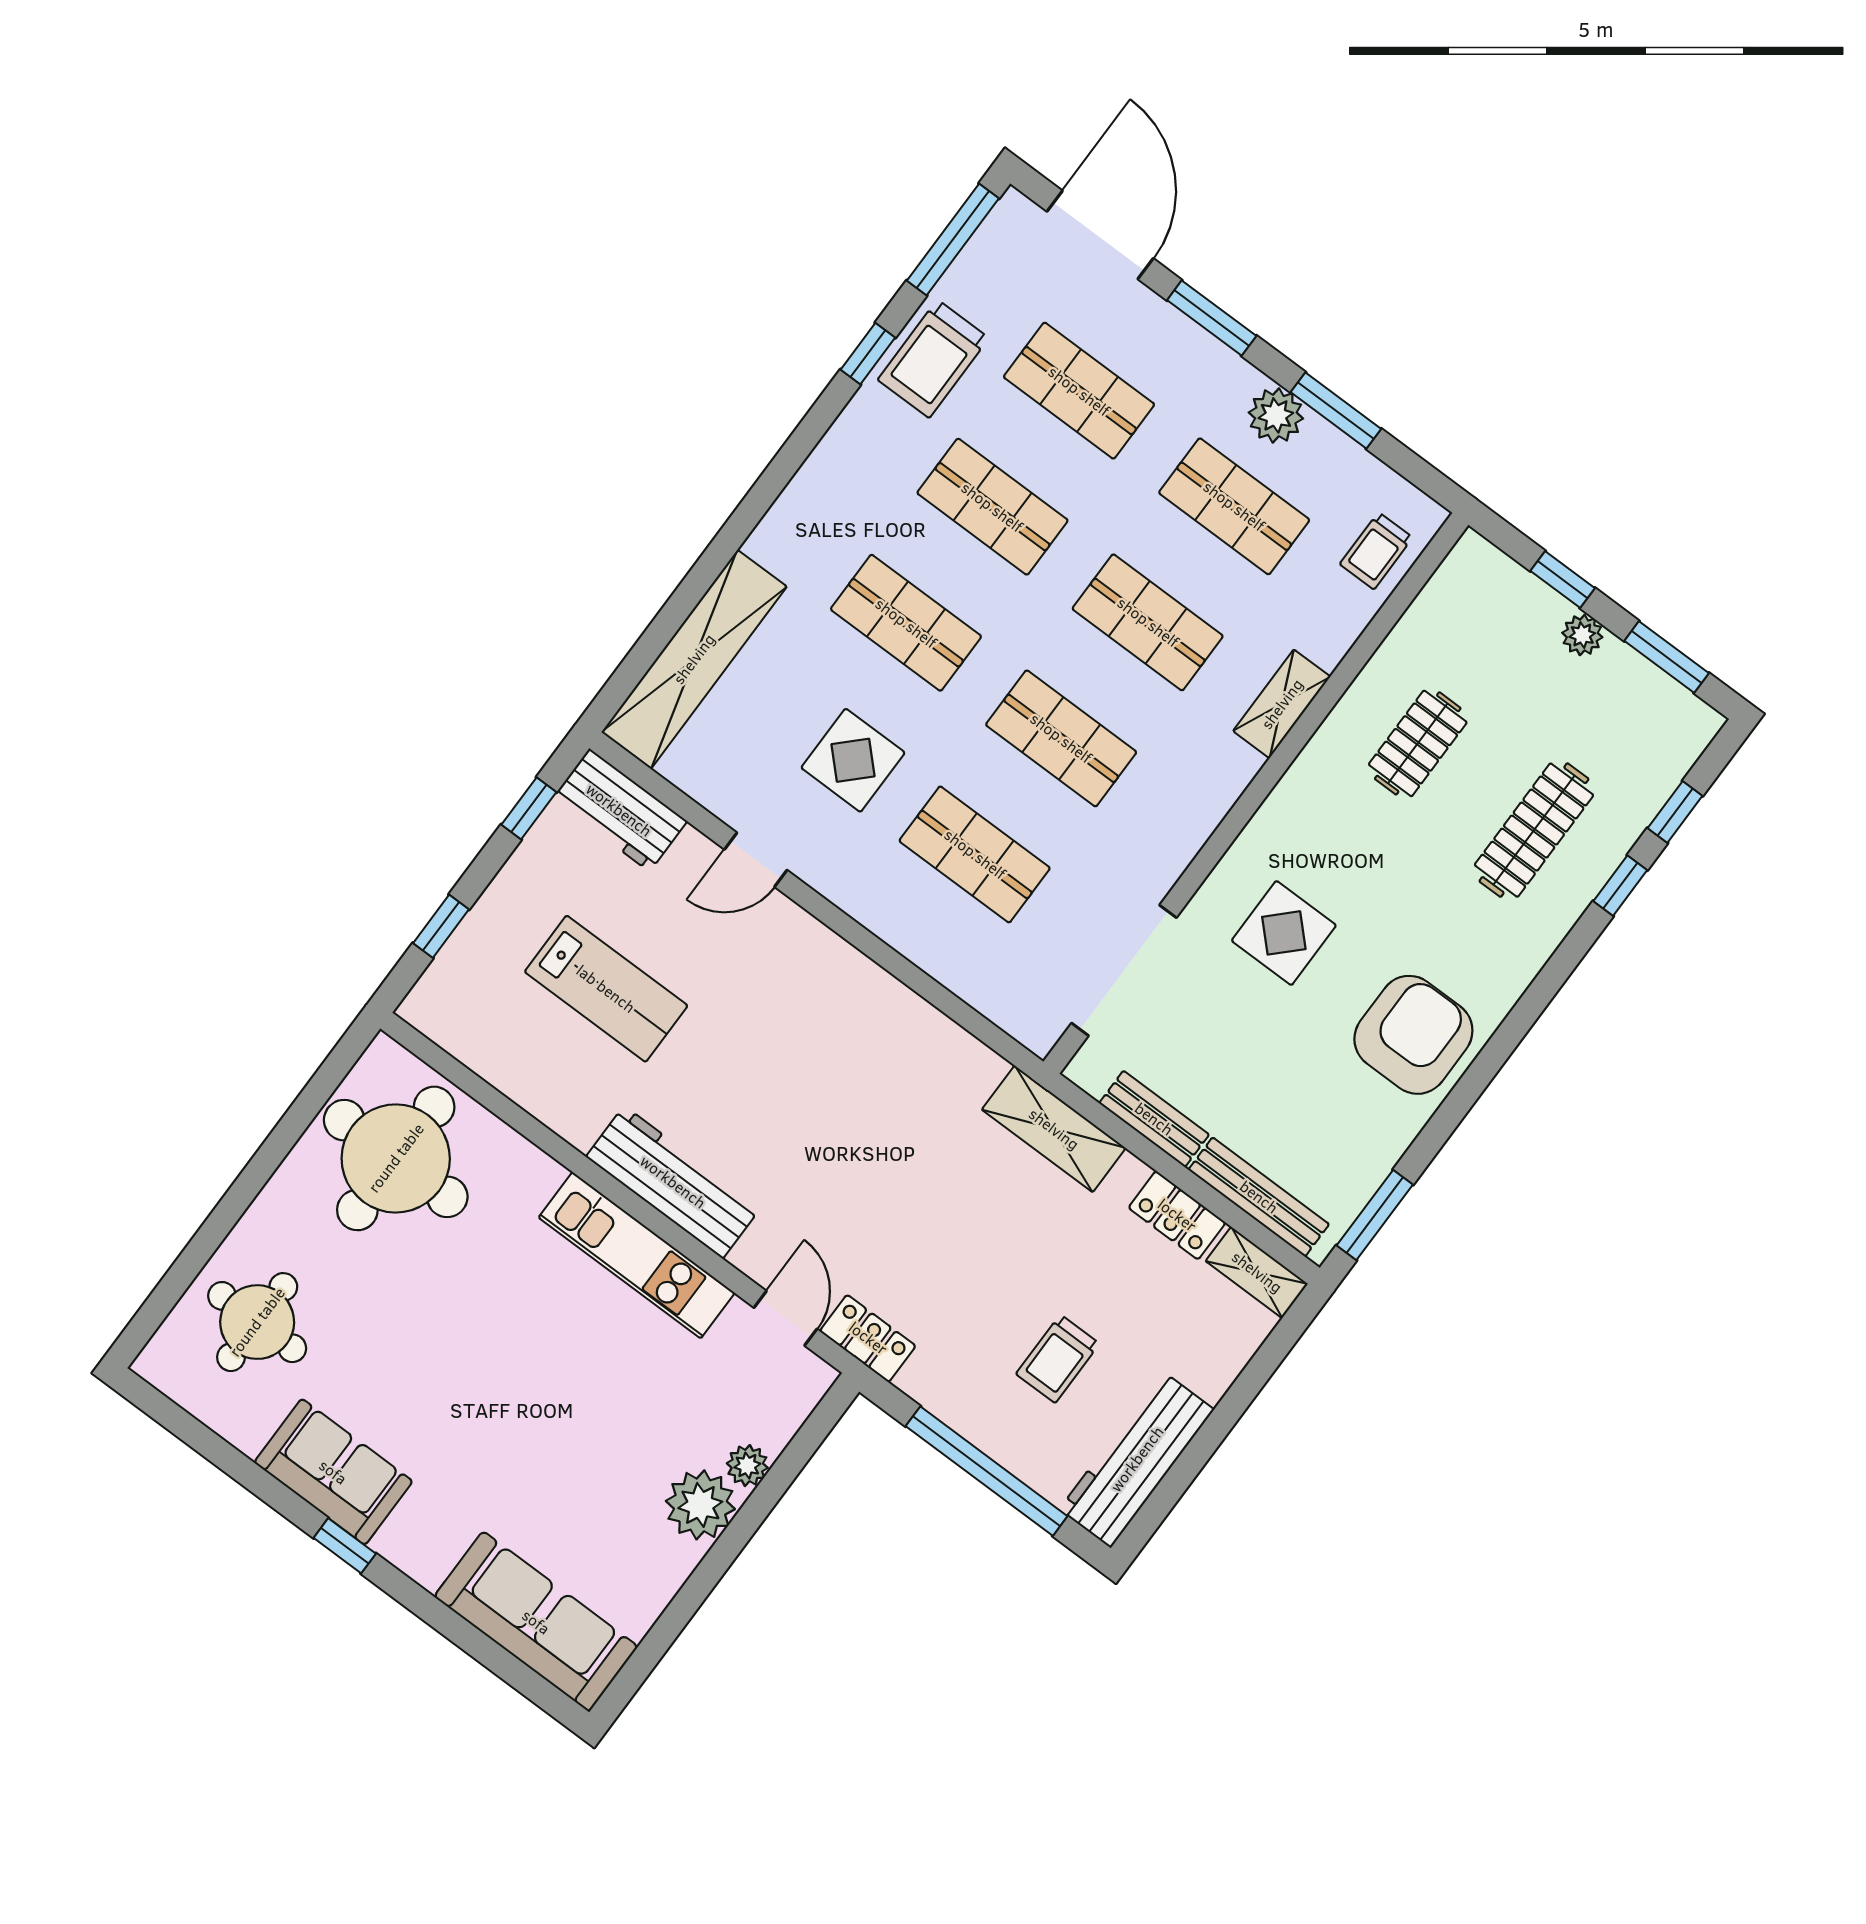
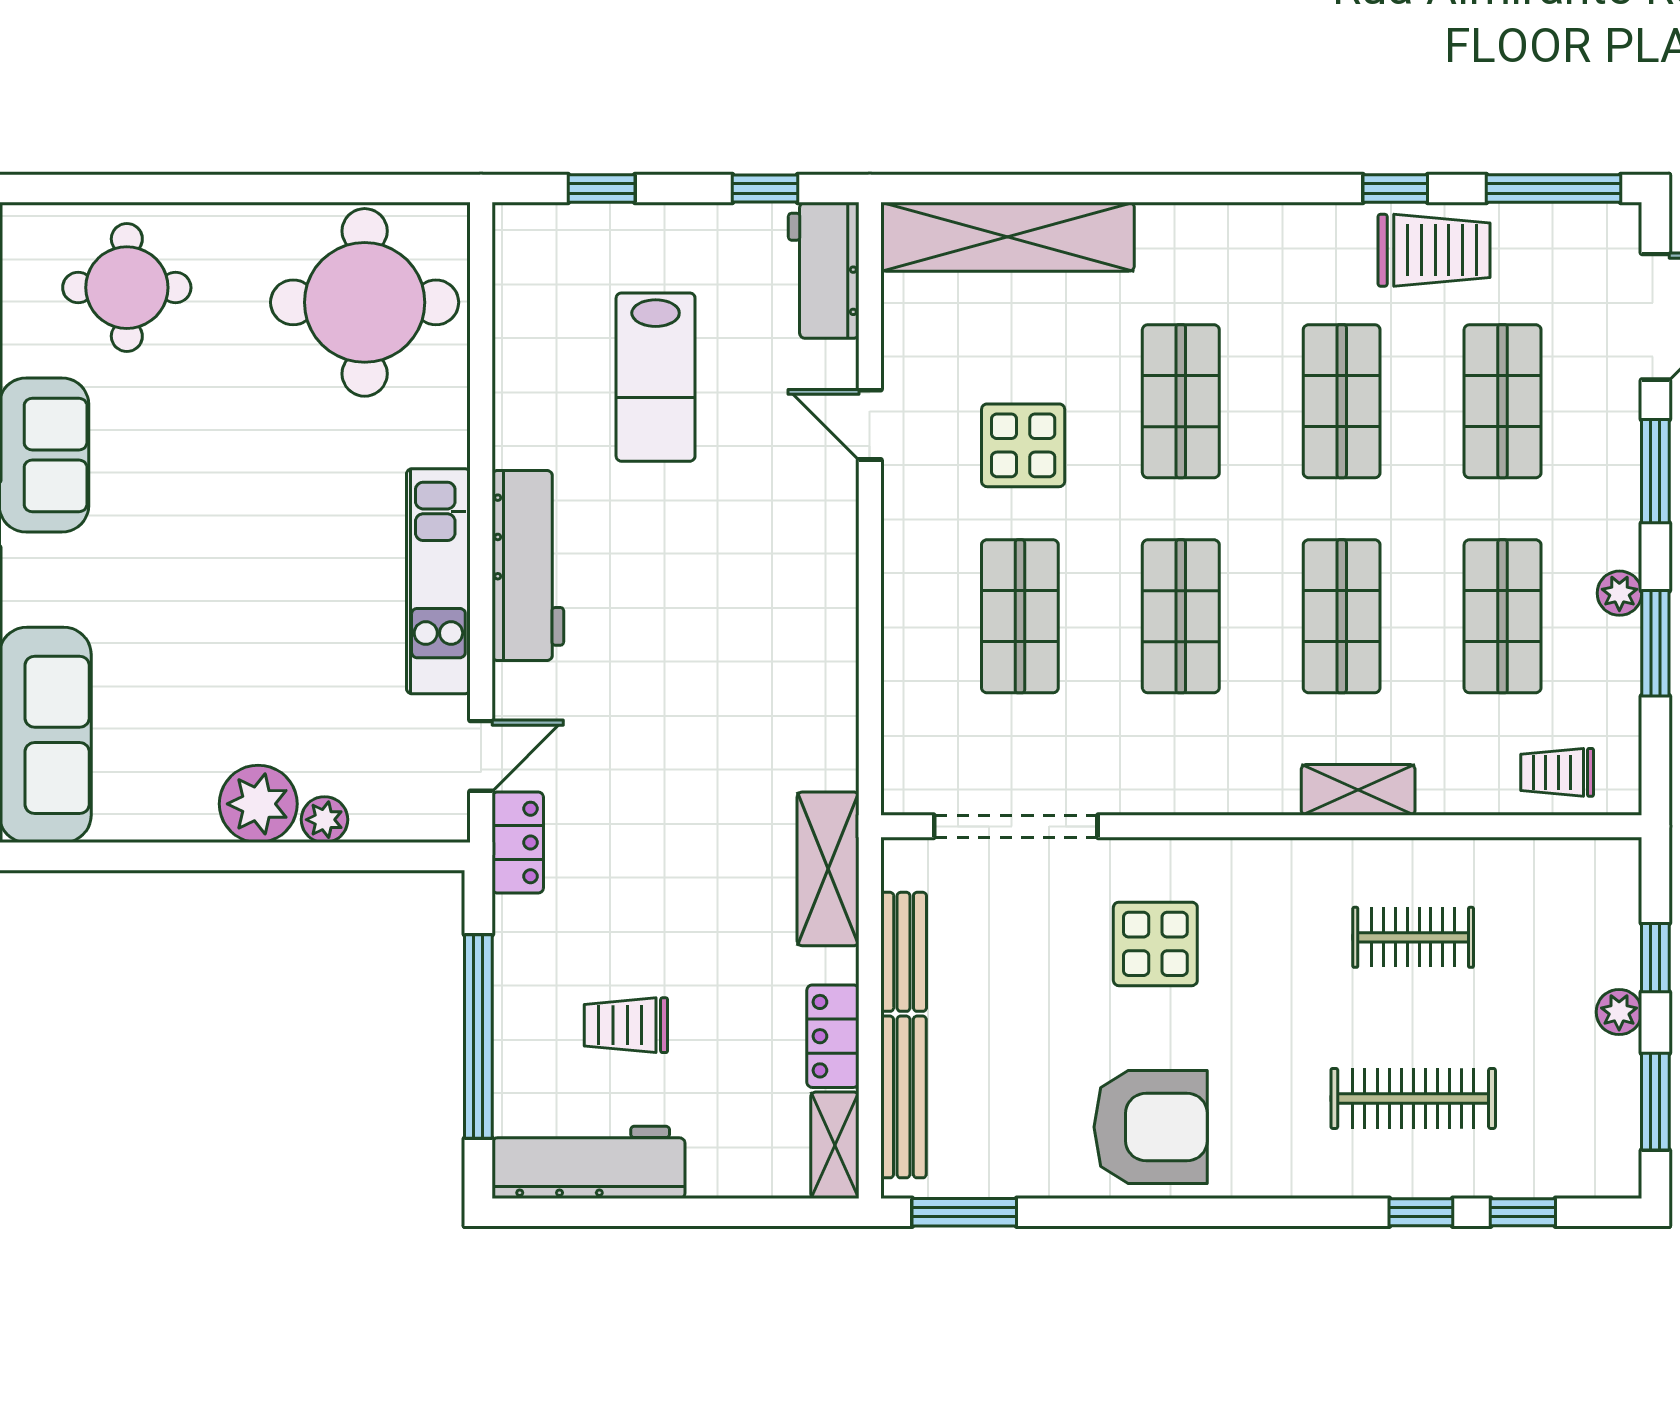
trolley: (933, 359) -> (1434, 250), turned 180
plant: (1276, 415) -> (1619, 593), width x0.73, depth x0.73

